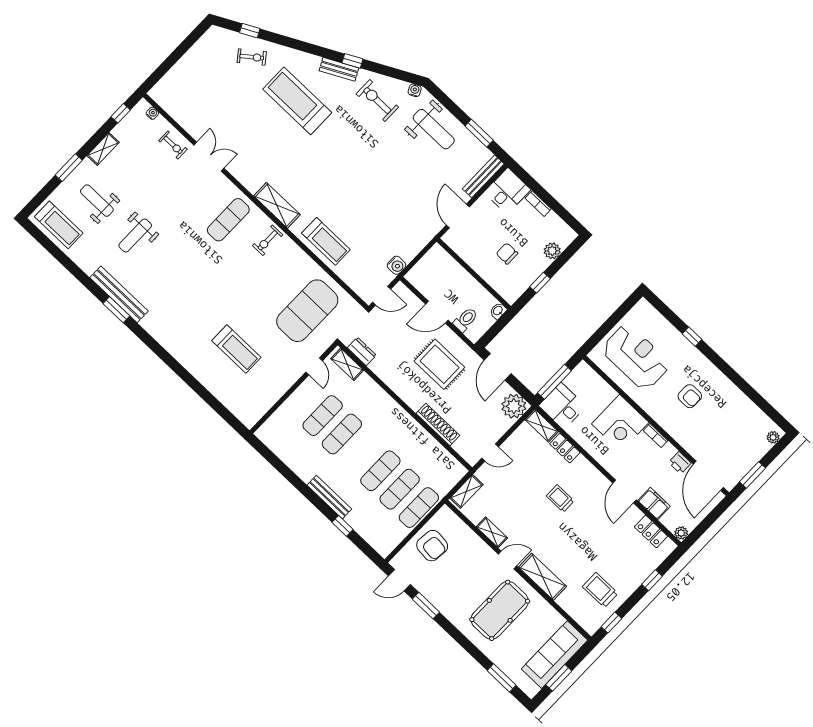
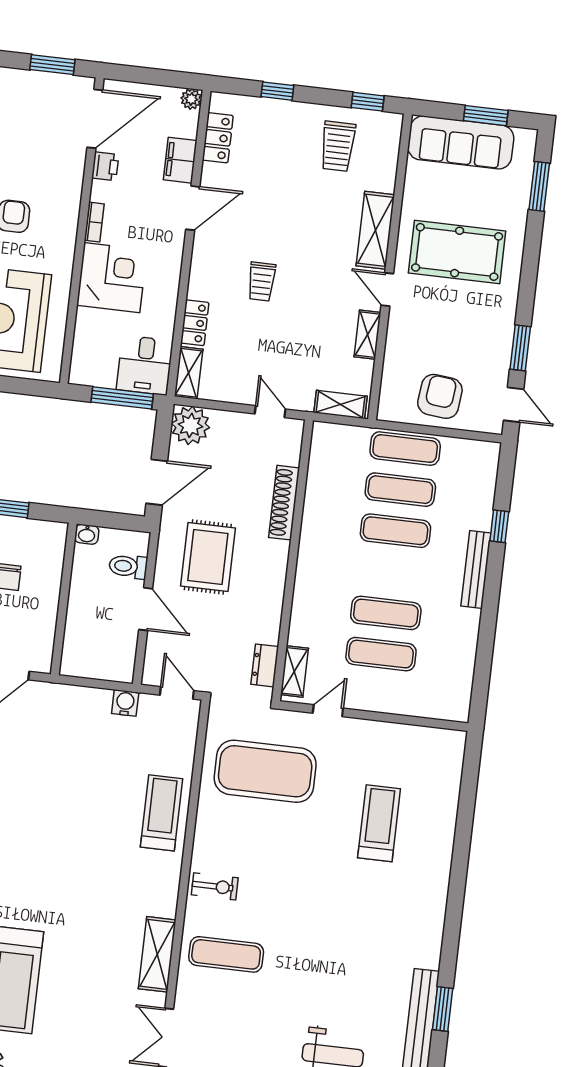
shelving: (277, 205) -> (157, 954), moved

